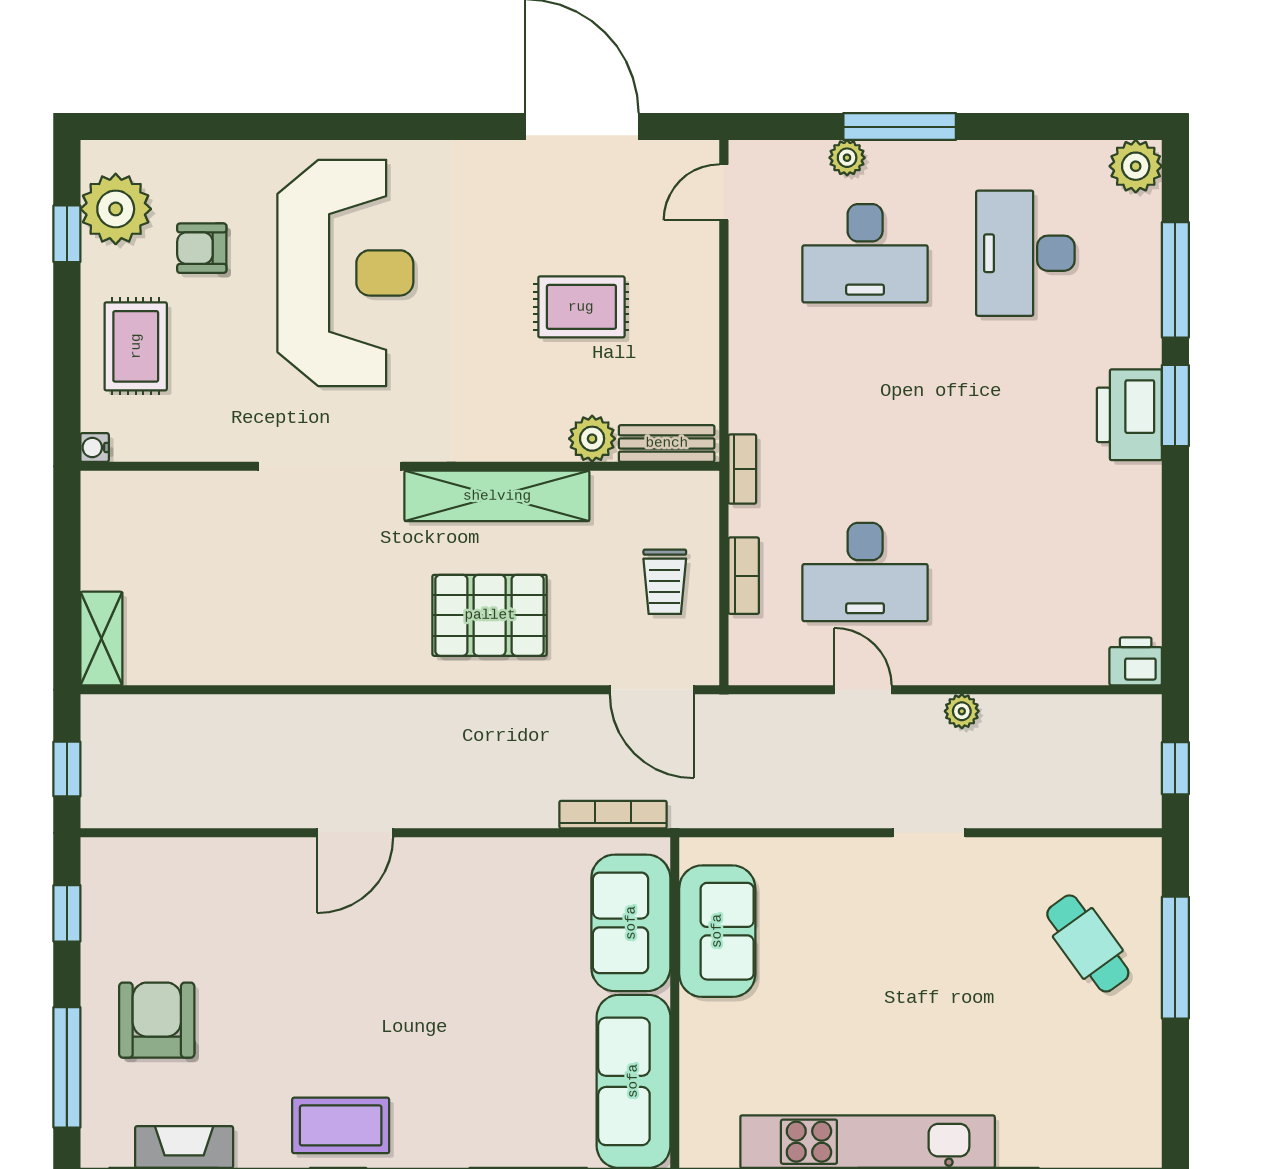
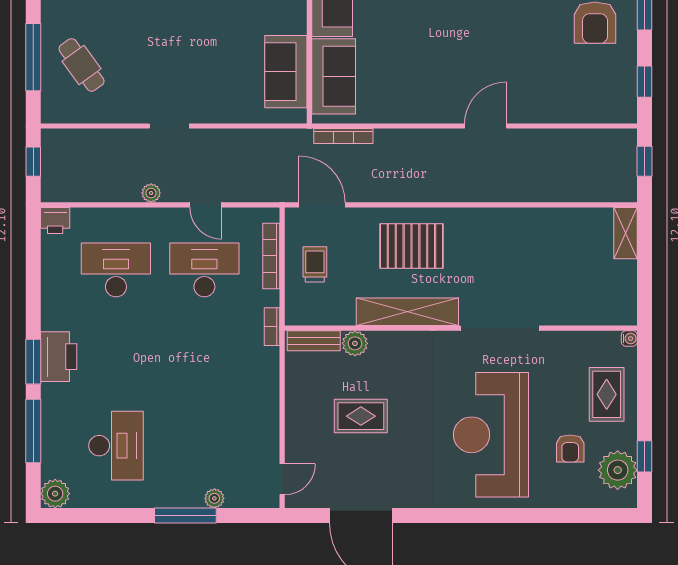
armchair: (202, 248) -> (570, 448), turned 90
desk: (865, 253) -> (116, 270), moved
bookcase: (744, 576) -> (271, 256), width x1.56

